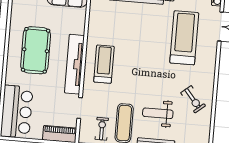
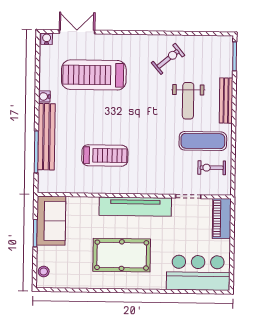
treadmill: (104, 64) -> (105, 155), moved, turned 180

